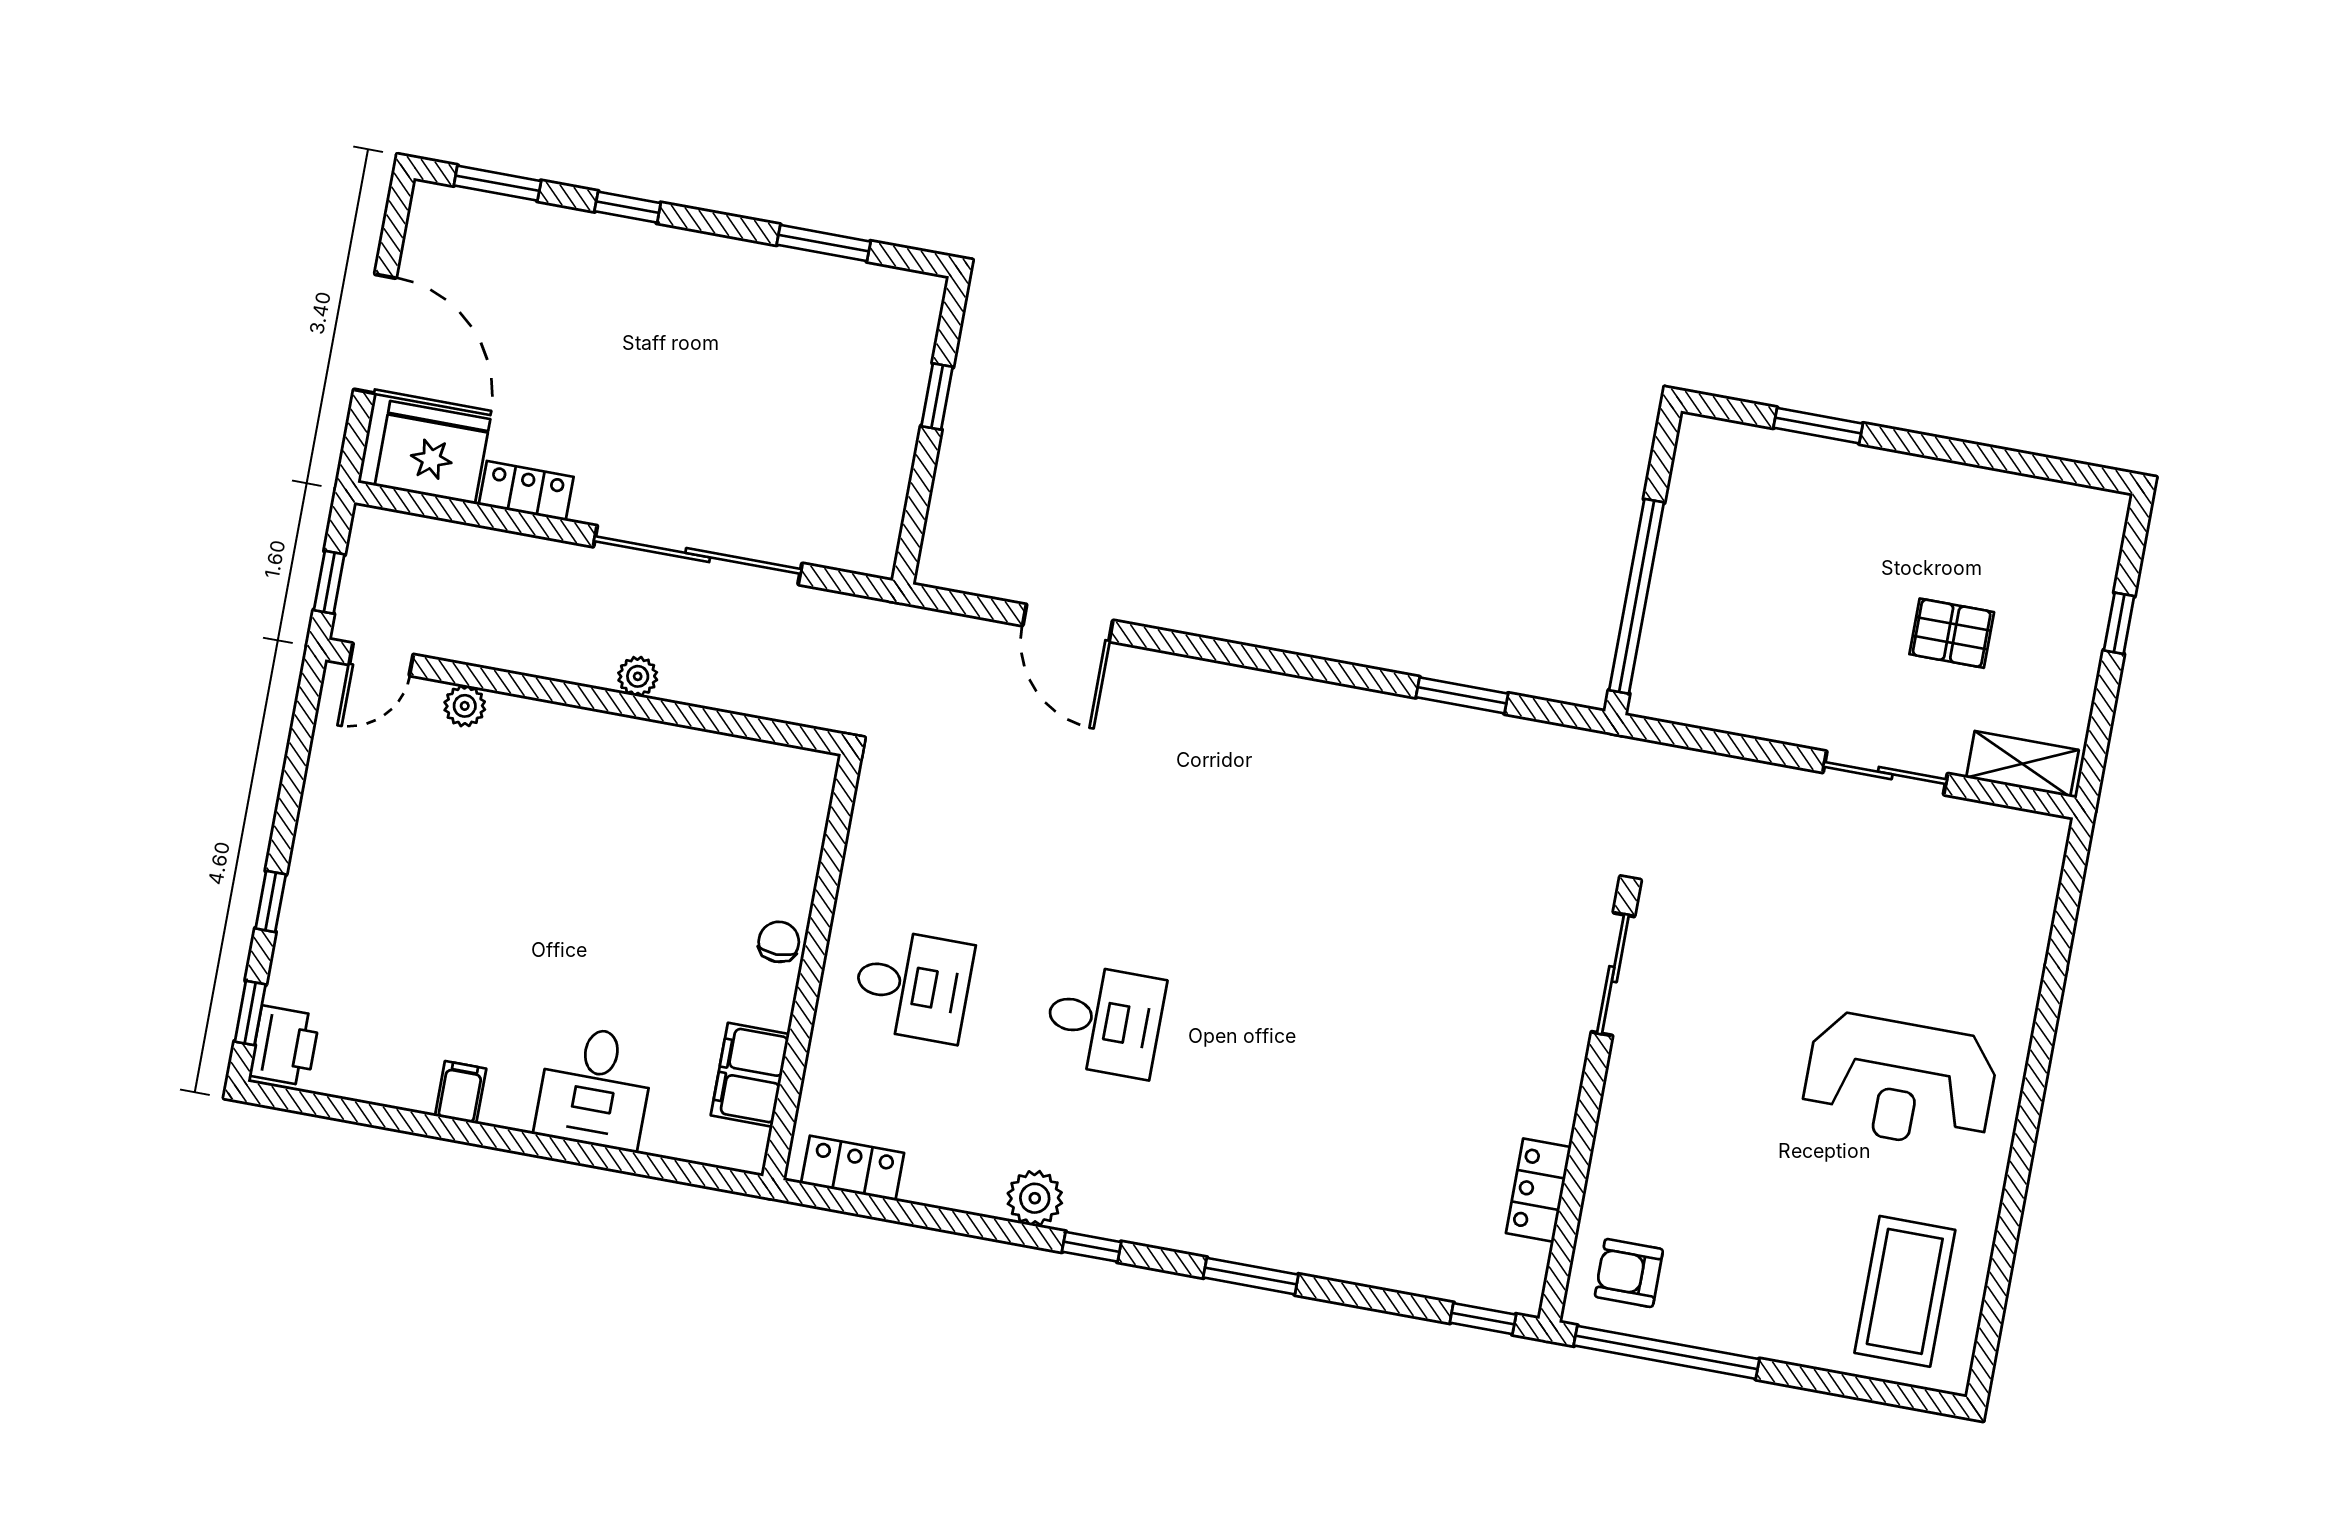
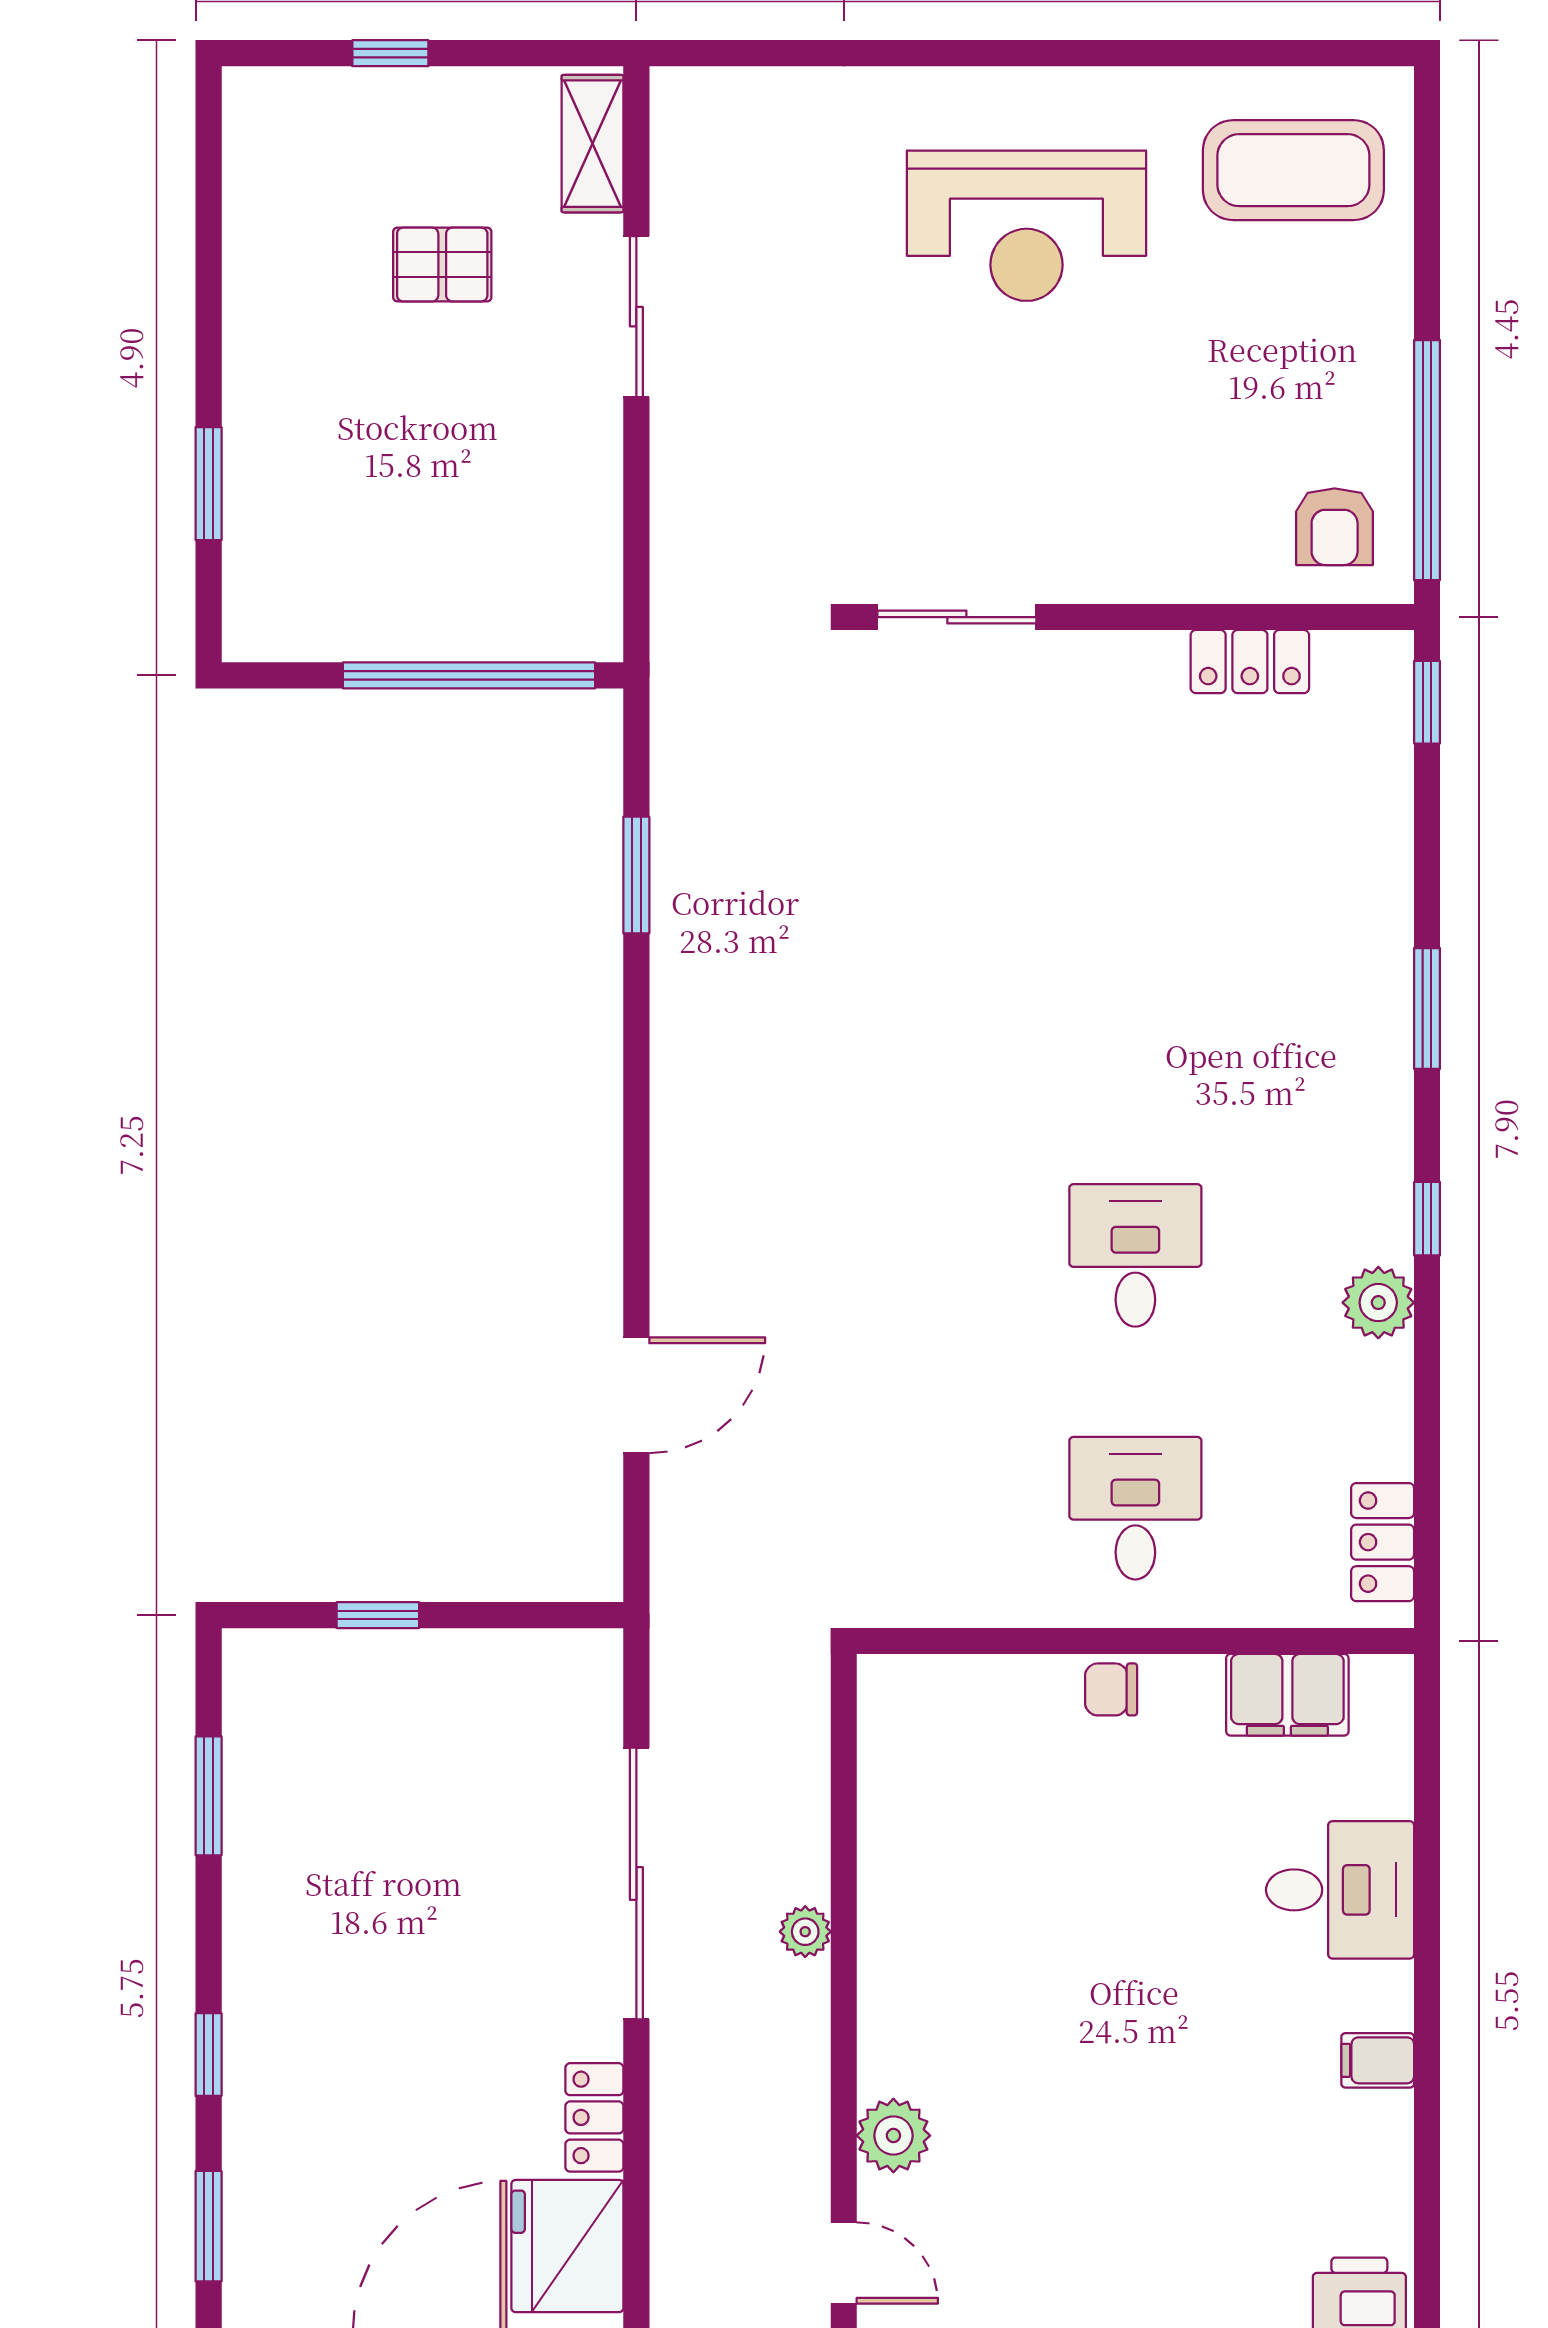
pallet: (1952, 633) -> (442, 265), turned 90
plant: (465, 706) -> (893, 2136), width x1.38, depth x1.38
reception desk: (1900, 1081) -> (1026, 226), turned 90

